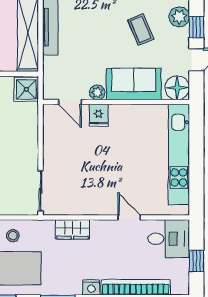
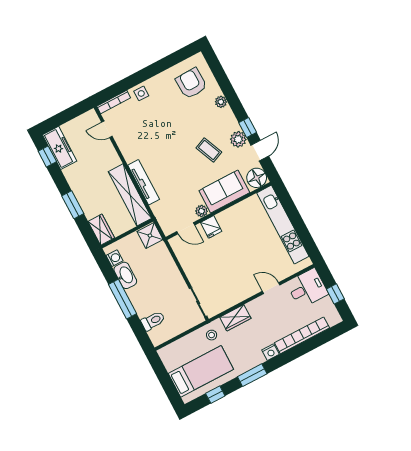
plant: (179, 17) -> (238, 139), moved
stool: (13, 236) -> (212, 335), moved

